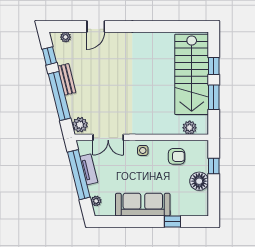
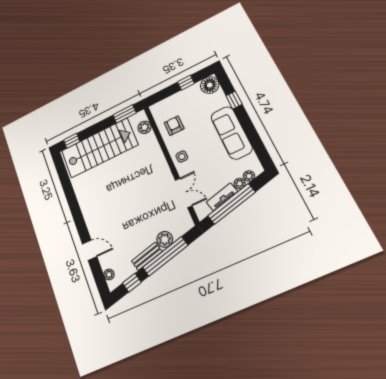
window: (214, 66) -> (72, 141), moved
window: (214, 97) -> (125, 114), moved
plant: (80, 125) -> (165, 239), moved
window: (214, 166) -> (186, 83), moved
floor lamp: (199, 181) -> (210, 85), moved
plant: (93, 190) -> (240, 183), added

